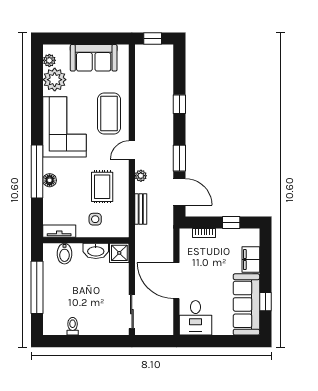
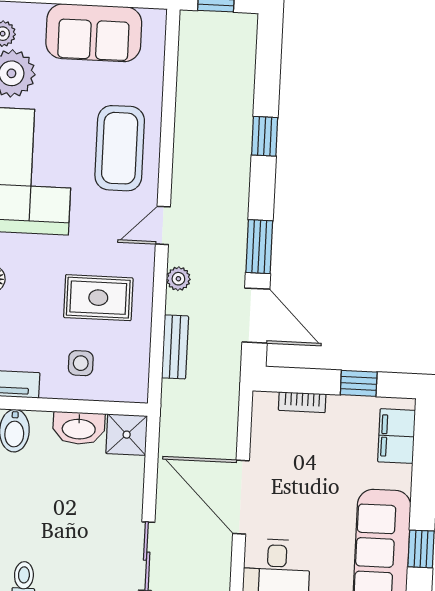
rug: (102, 187) -> (98, 298), turned 90
filing cabinet: (251, 260) -> (397, 436), moved

